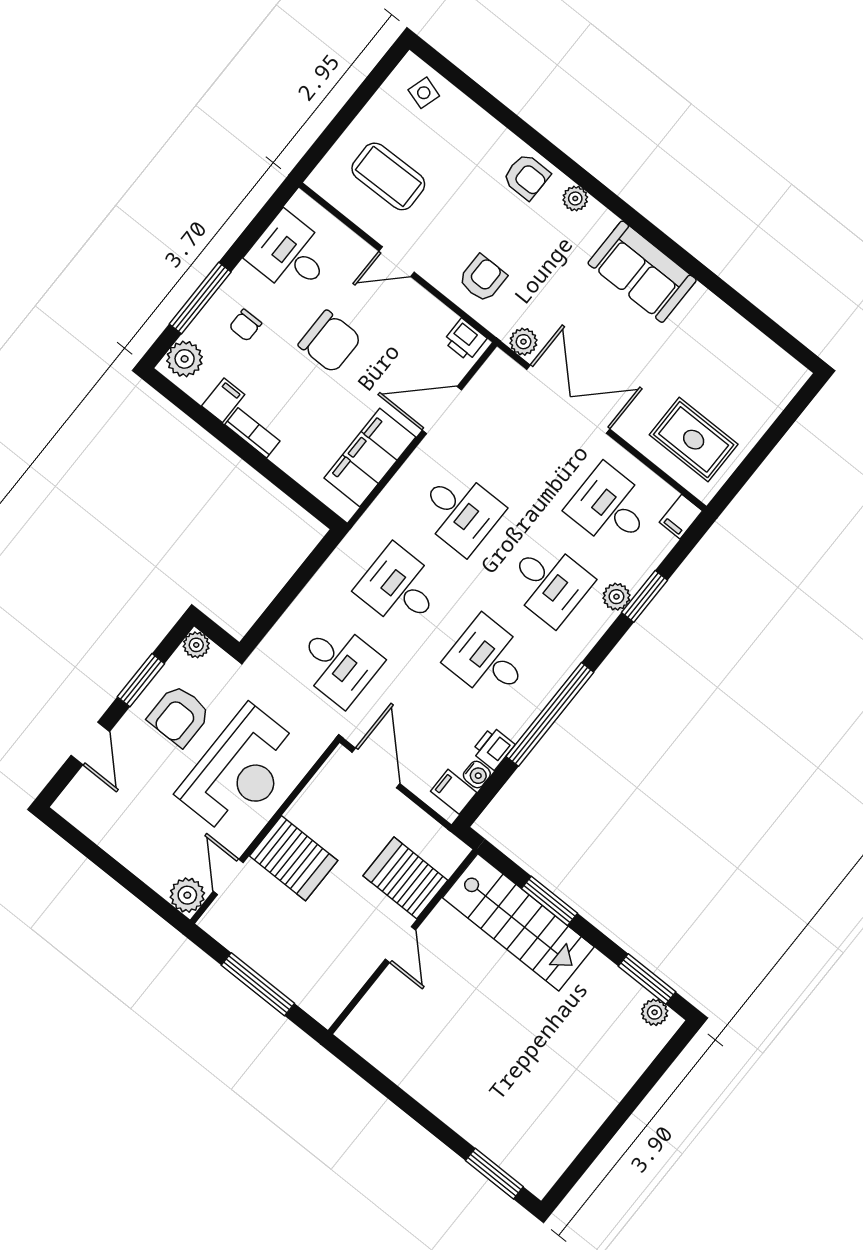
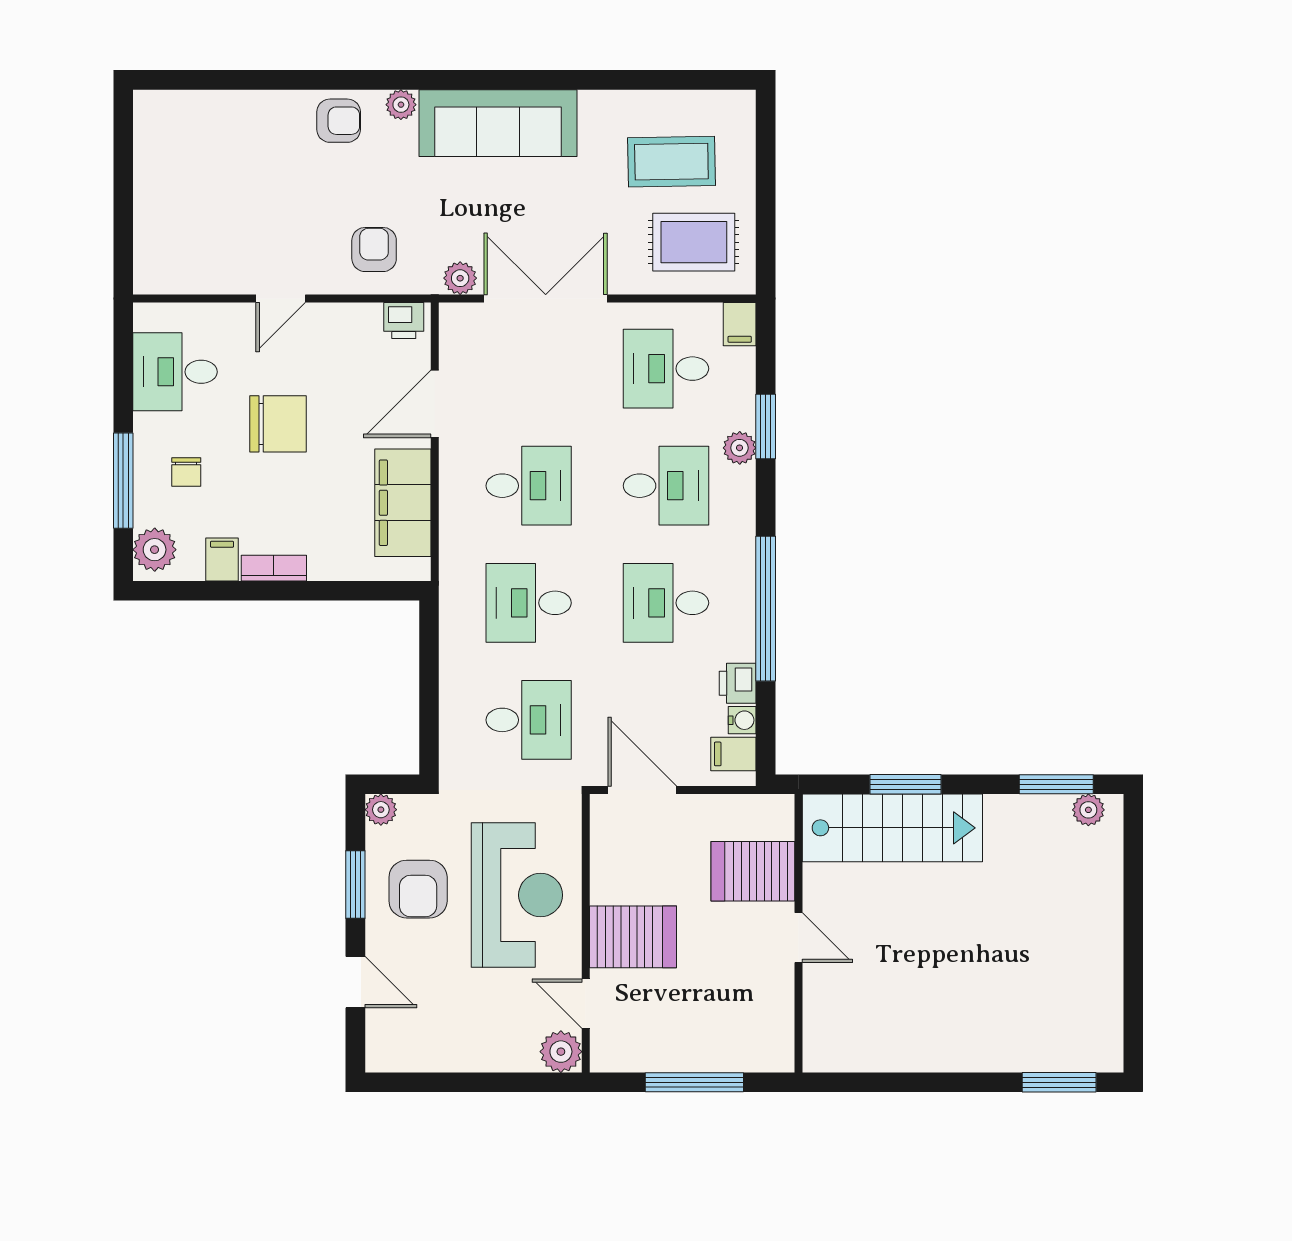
side table: (424, 93) -> (179, 119), removed
coffee table: (388, 176) -> (671, 162), moved
sofa: (642, 272) -> (498, 123), width x1.36

